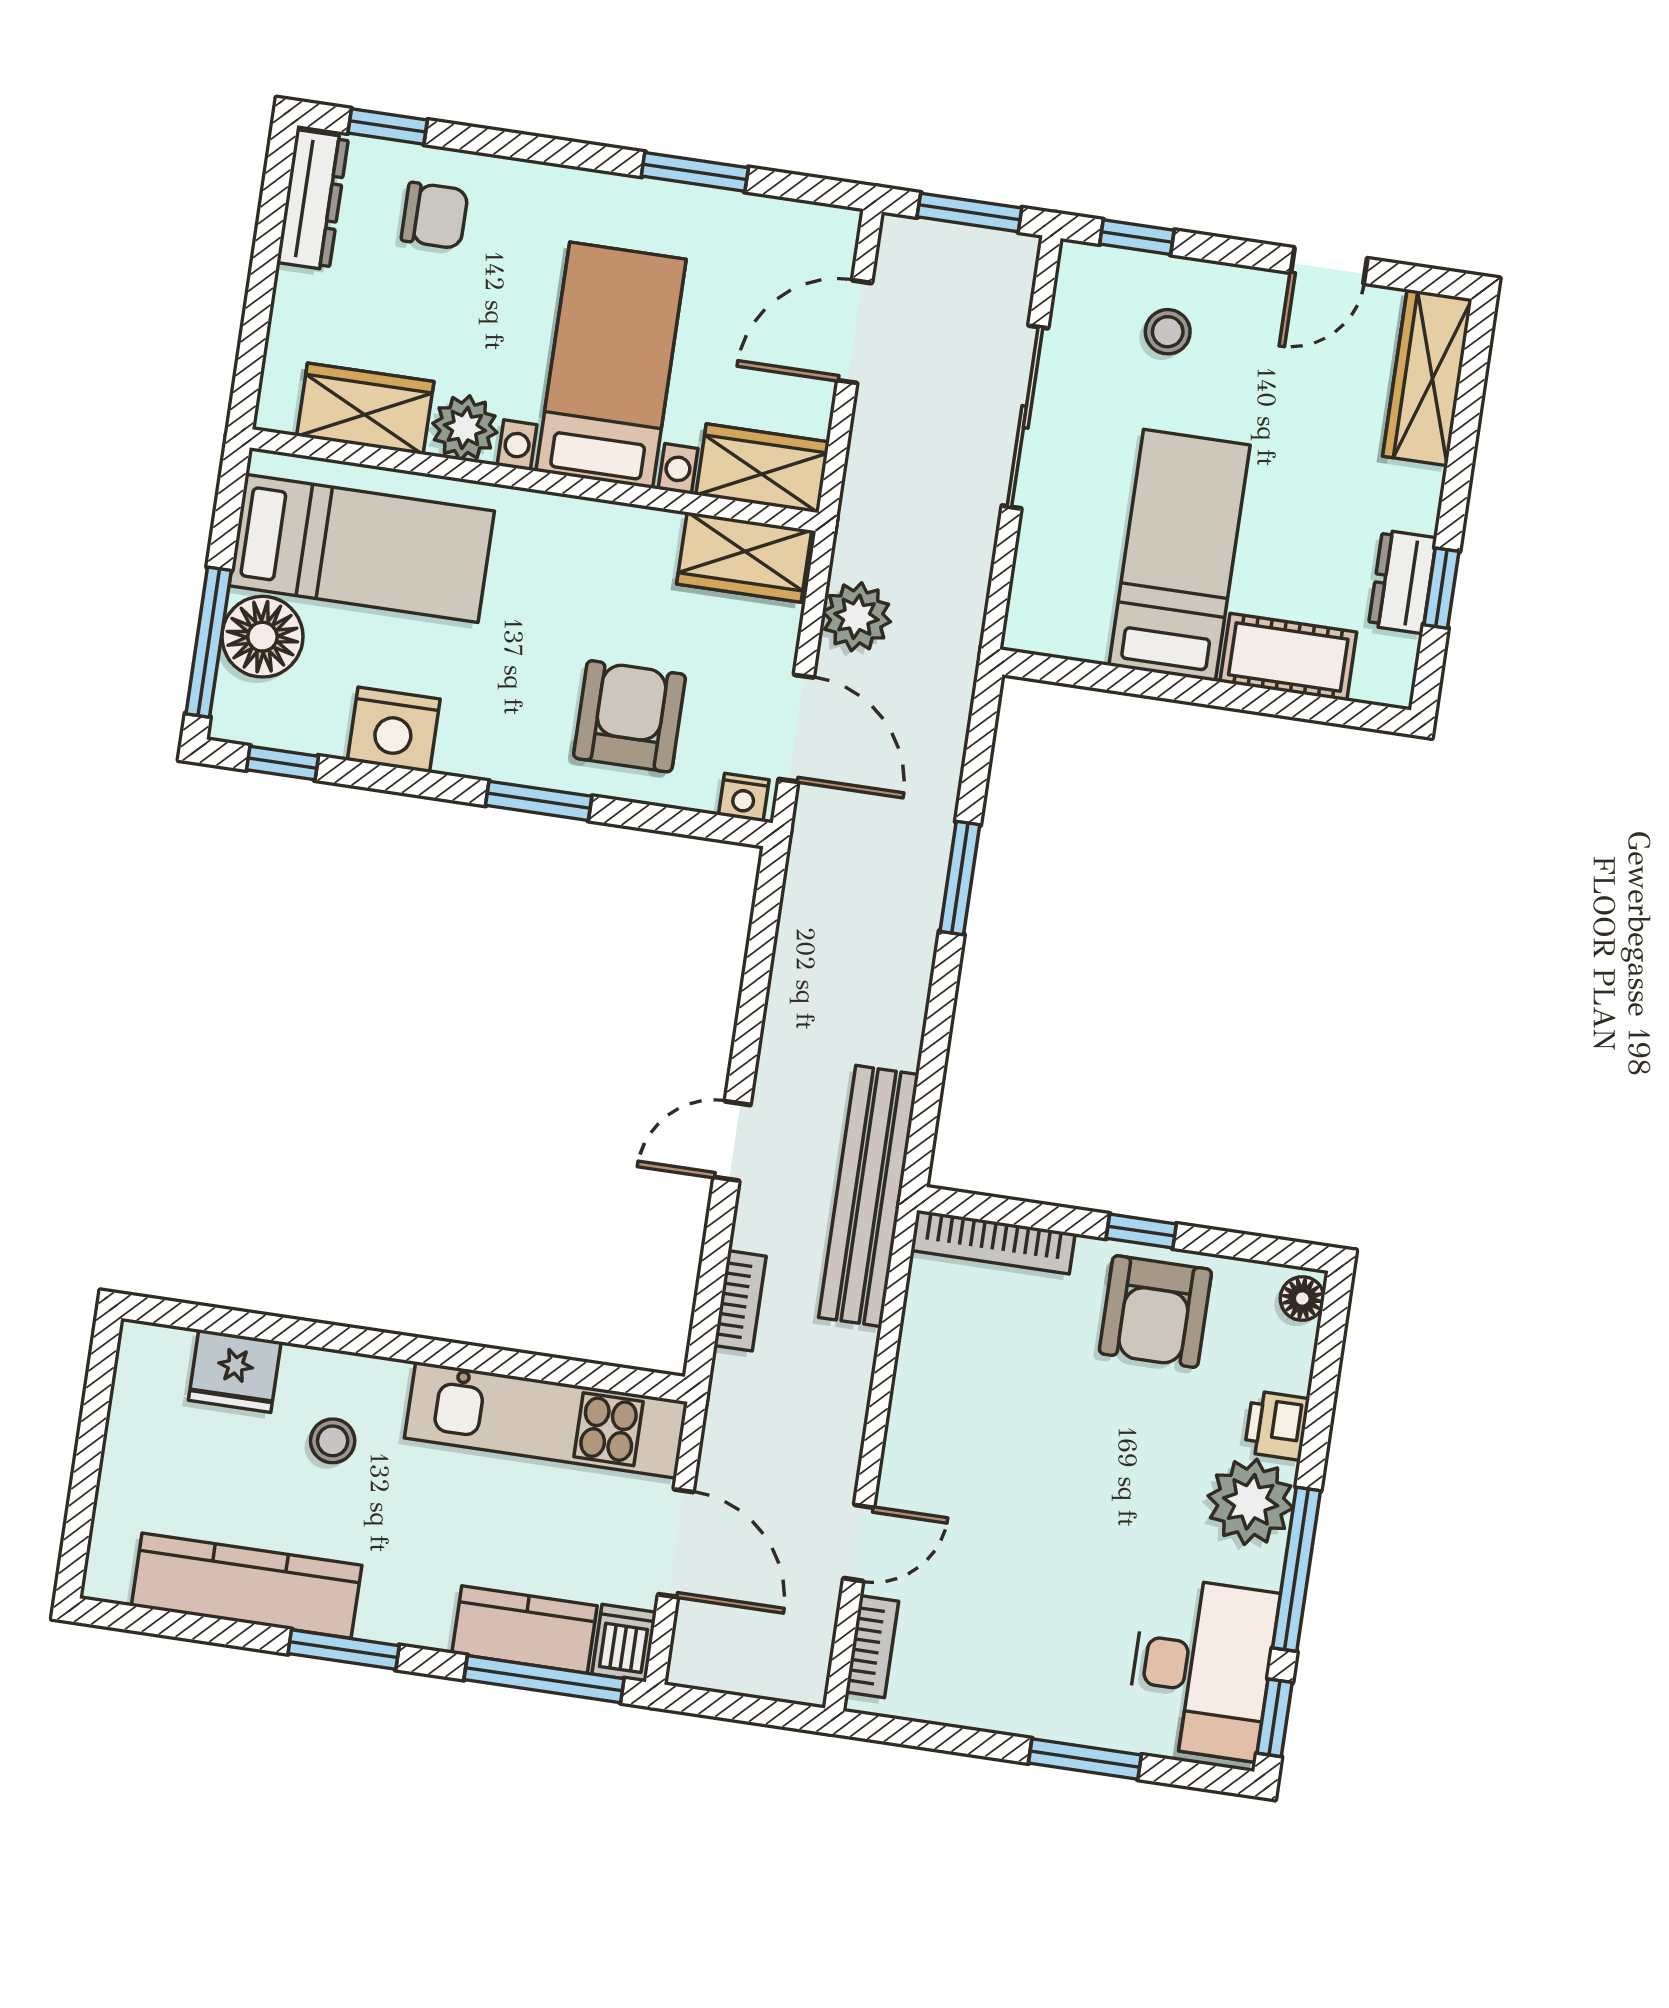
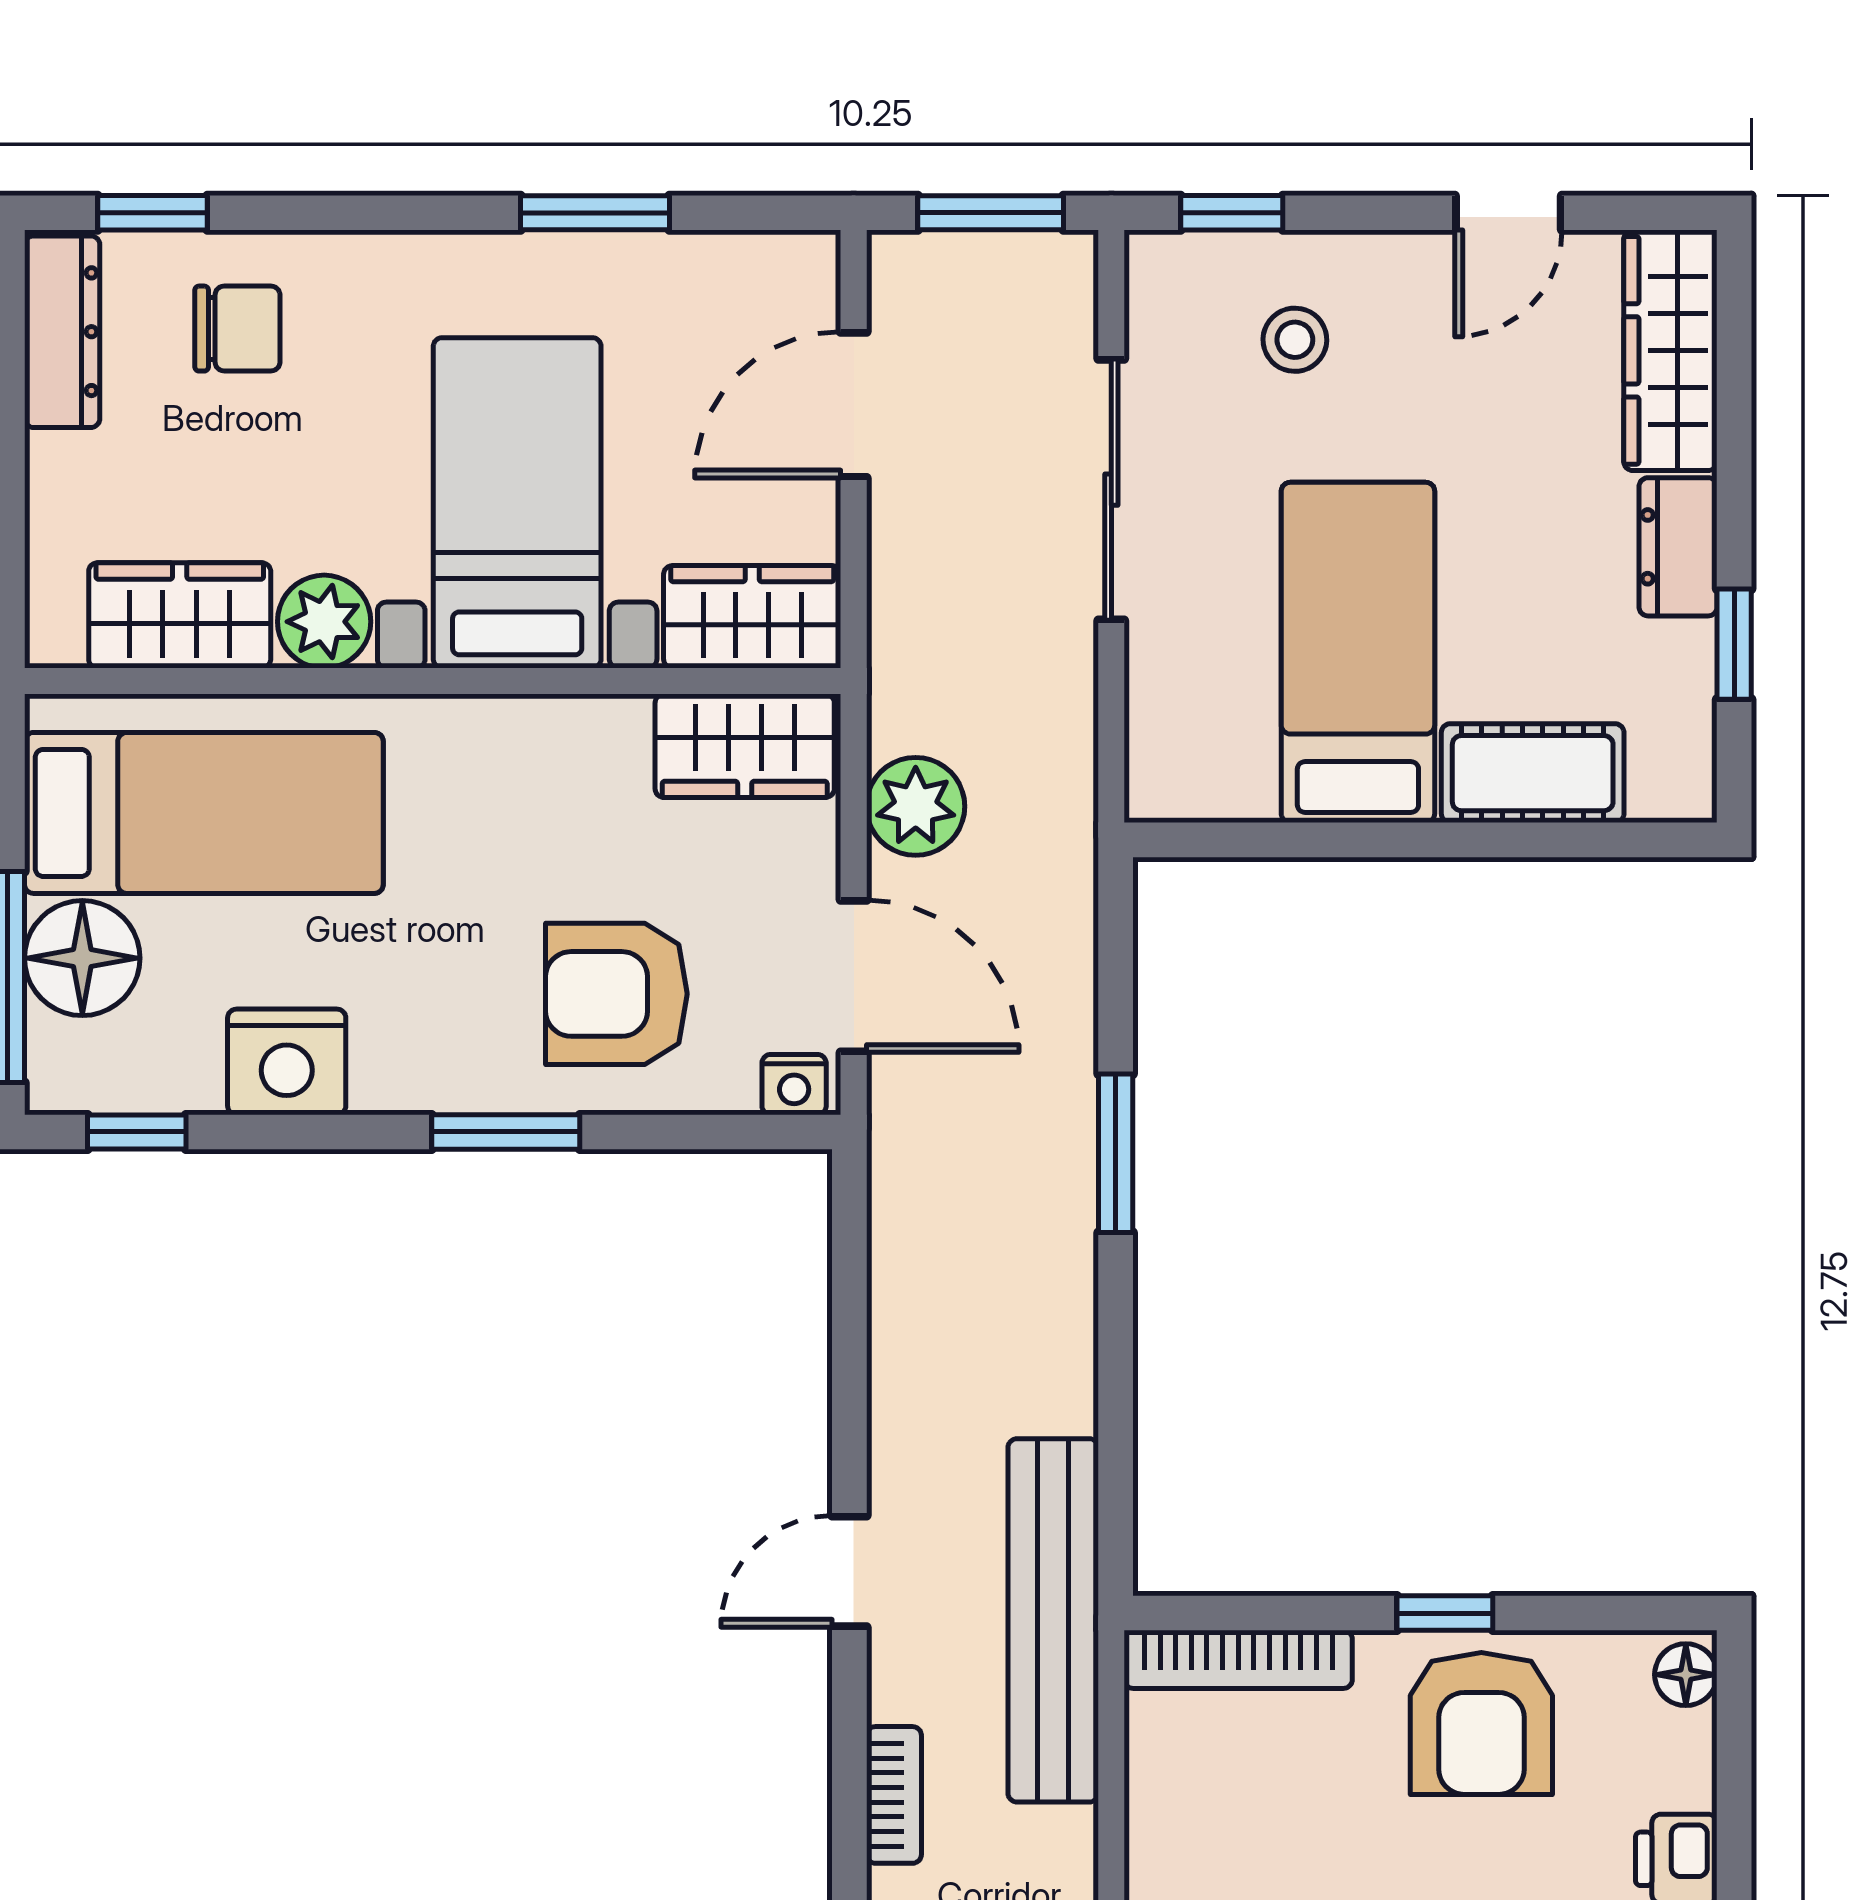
dresser: (1403, 582) -> (1678, 547), moved
armchair: (630, 716) -> (616, 994), turned -90

